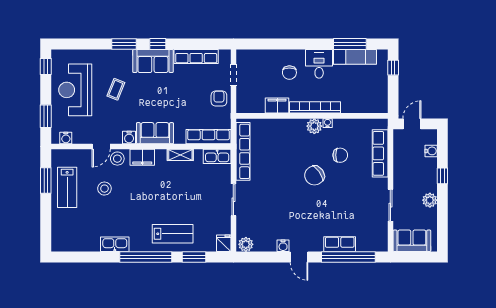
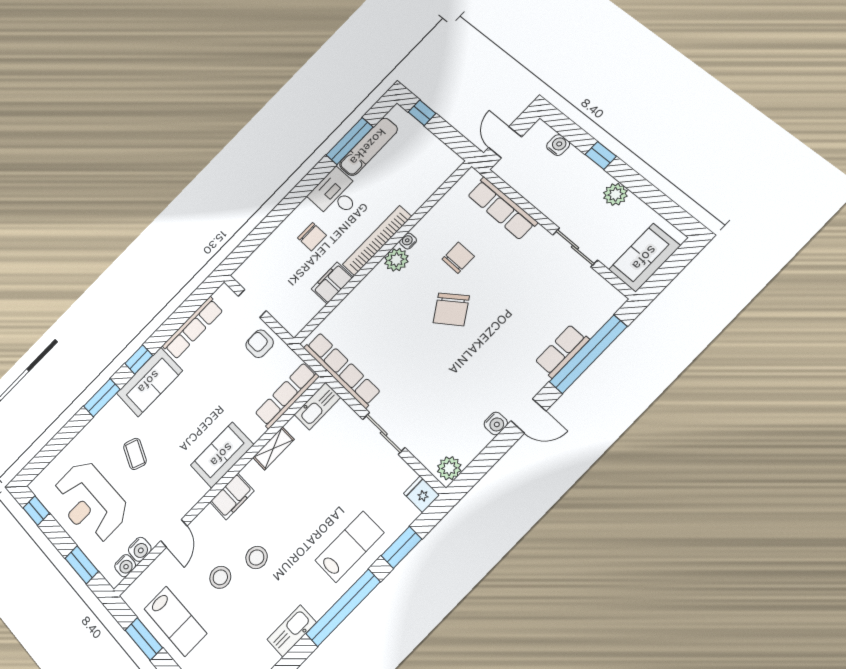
water cooler: (129, 137) -> (140, 549), moved
stool: (117, 159) -> (257, 557), moved

